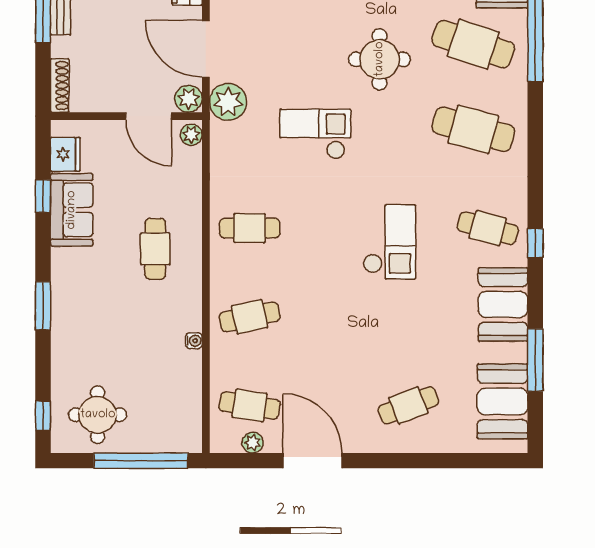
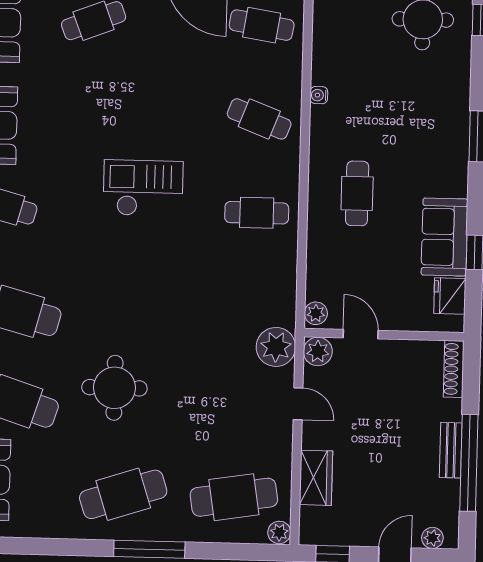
door: (206, 49) -> (298, 404), width x0.53
door: (148, 116) -> (361, 334), width x0.73
checkout: (315, 134) -> (185, 311), removed
checkout: (389, 242) -> (143, 188), moved, turned 90
cafe table: (250, 317) -> (259, 119), turned 33

